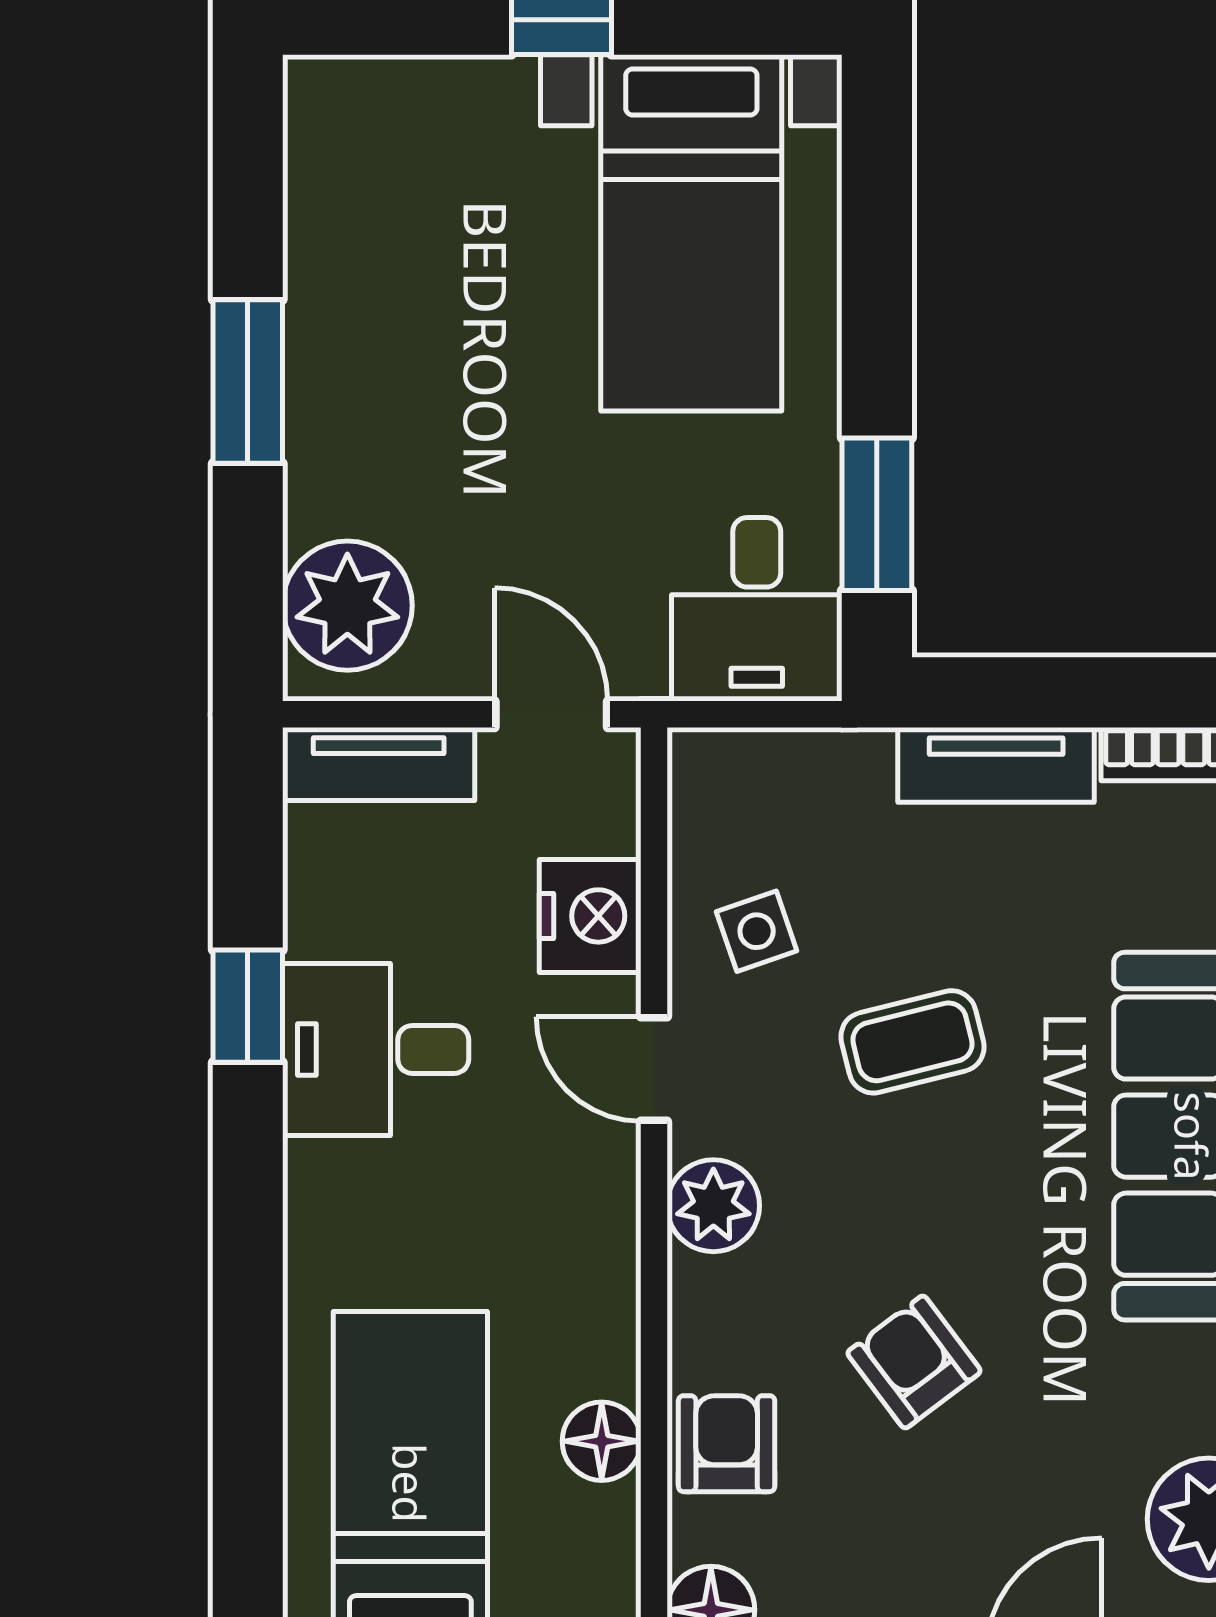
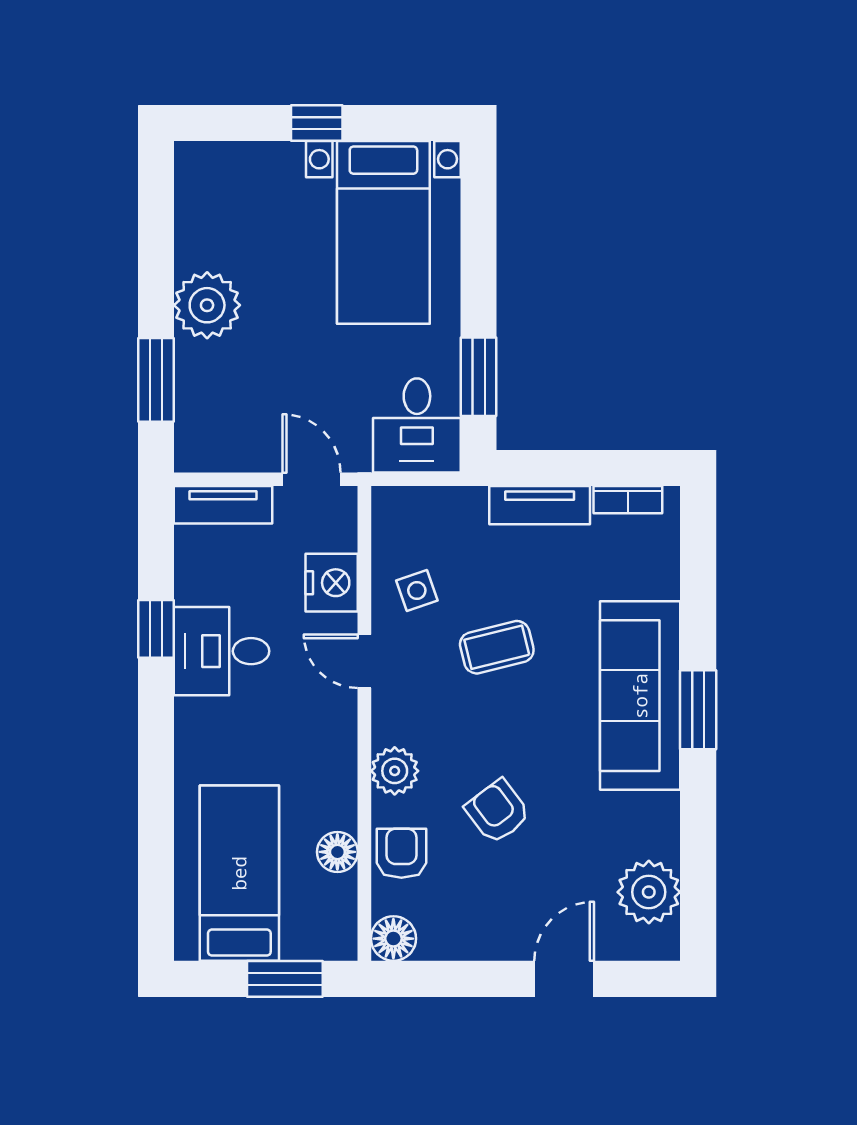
window: (248, 382) -> (156, 380), moved
plant: (347, 606) -> (207, 305), moved
plant: (713, 1206) -> (395, 771), moved

